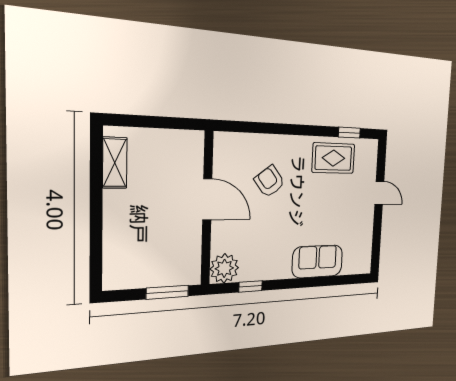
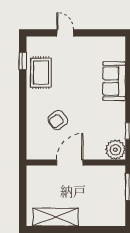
shelving: (115, 163) -> (55, 217), width x1.50, depth x1.33
door: (379, 193) -> (65, 33), hinge flipped

